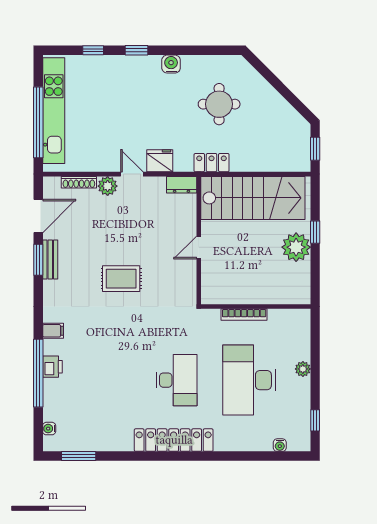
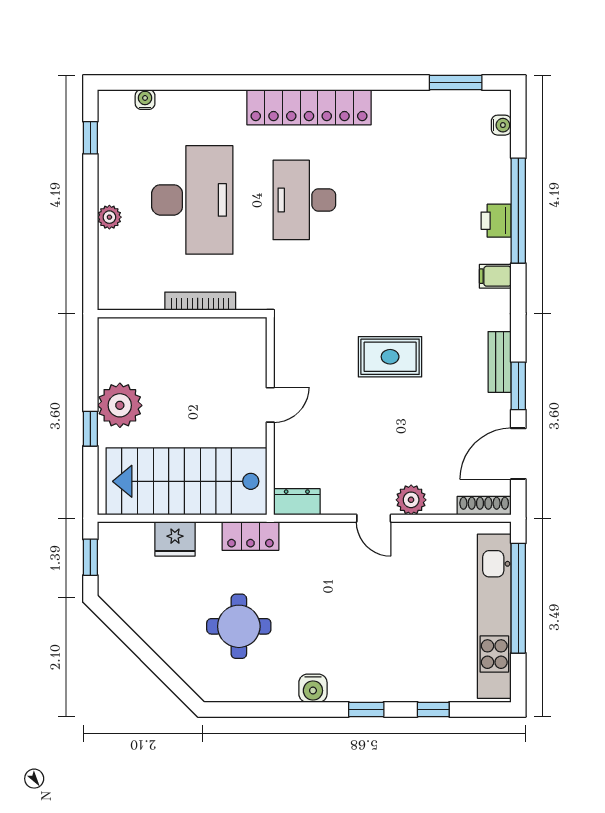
fridge: (160, 161) -> (175, 539), moved
shoe rack: (79, 182) -> (484, 506), moved
bench: (50, 259) -> (500, 362), moved

